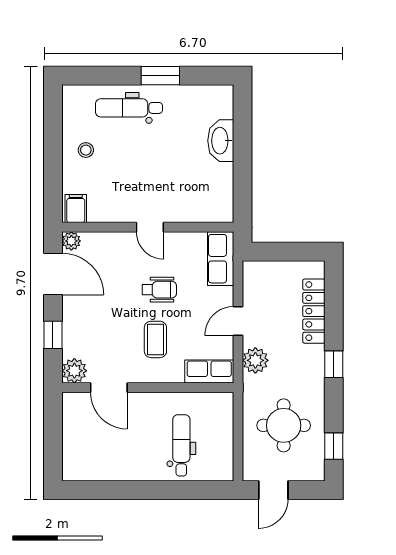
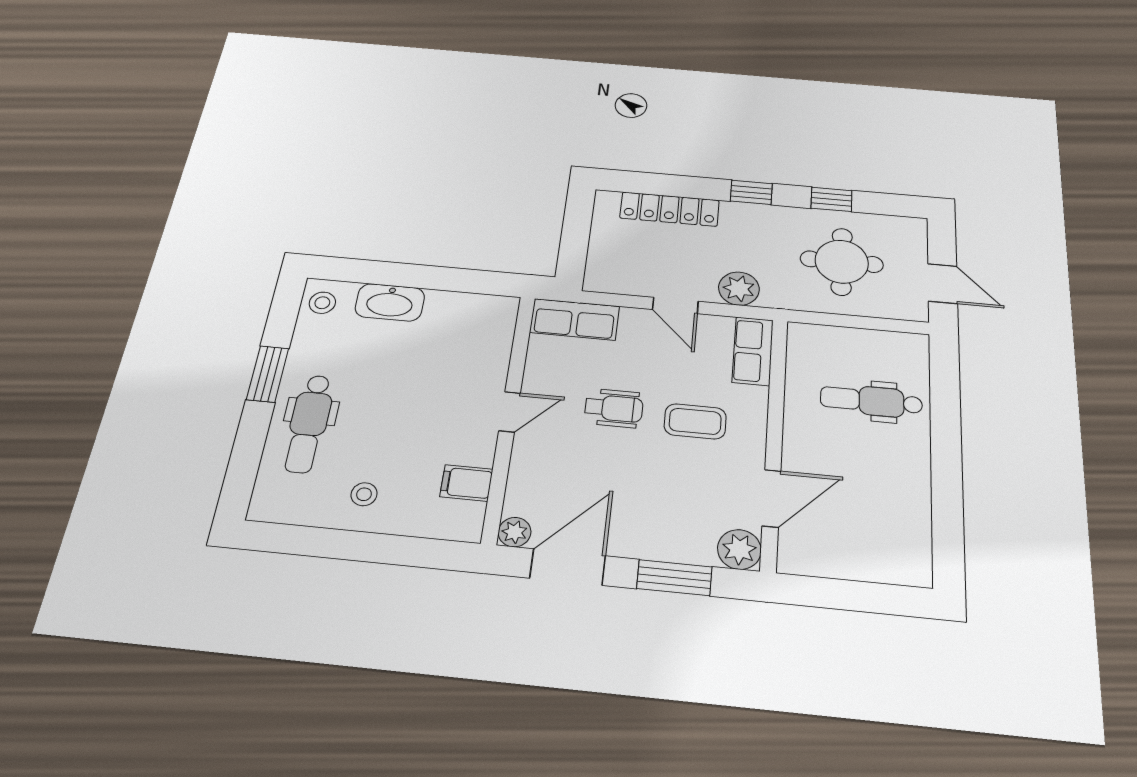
stool: (216, 98) -> (322, 303), added
filing cabinet: (76, 208) -> (466, 483), moved
wheelchair: (159, 290) -> (614, 408), turned 90
window: (53, 335) -> (674, 578), width x1.50
window: (334, 446) -> (832, 199), moved

